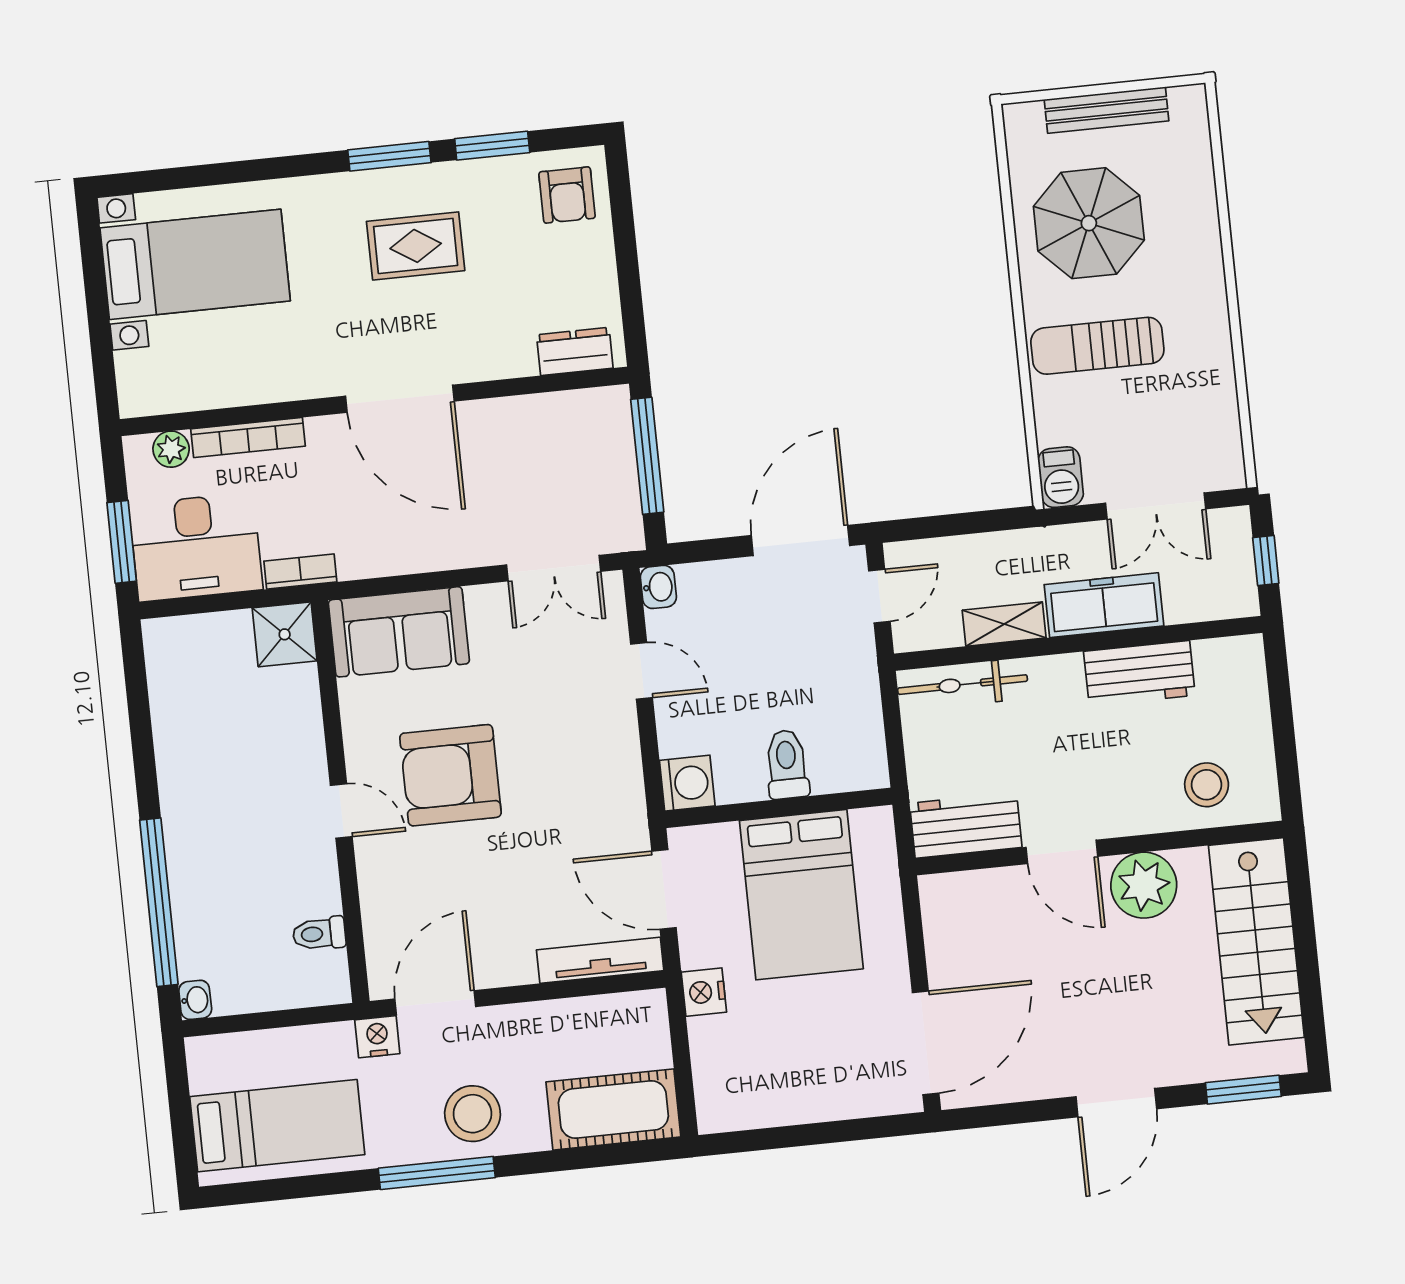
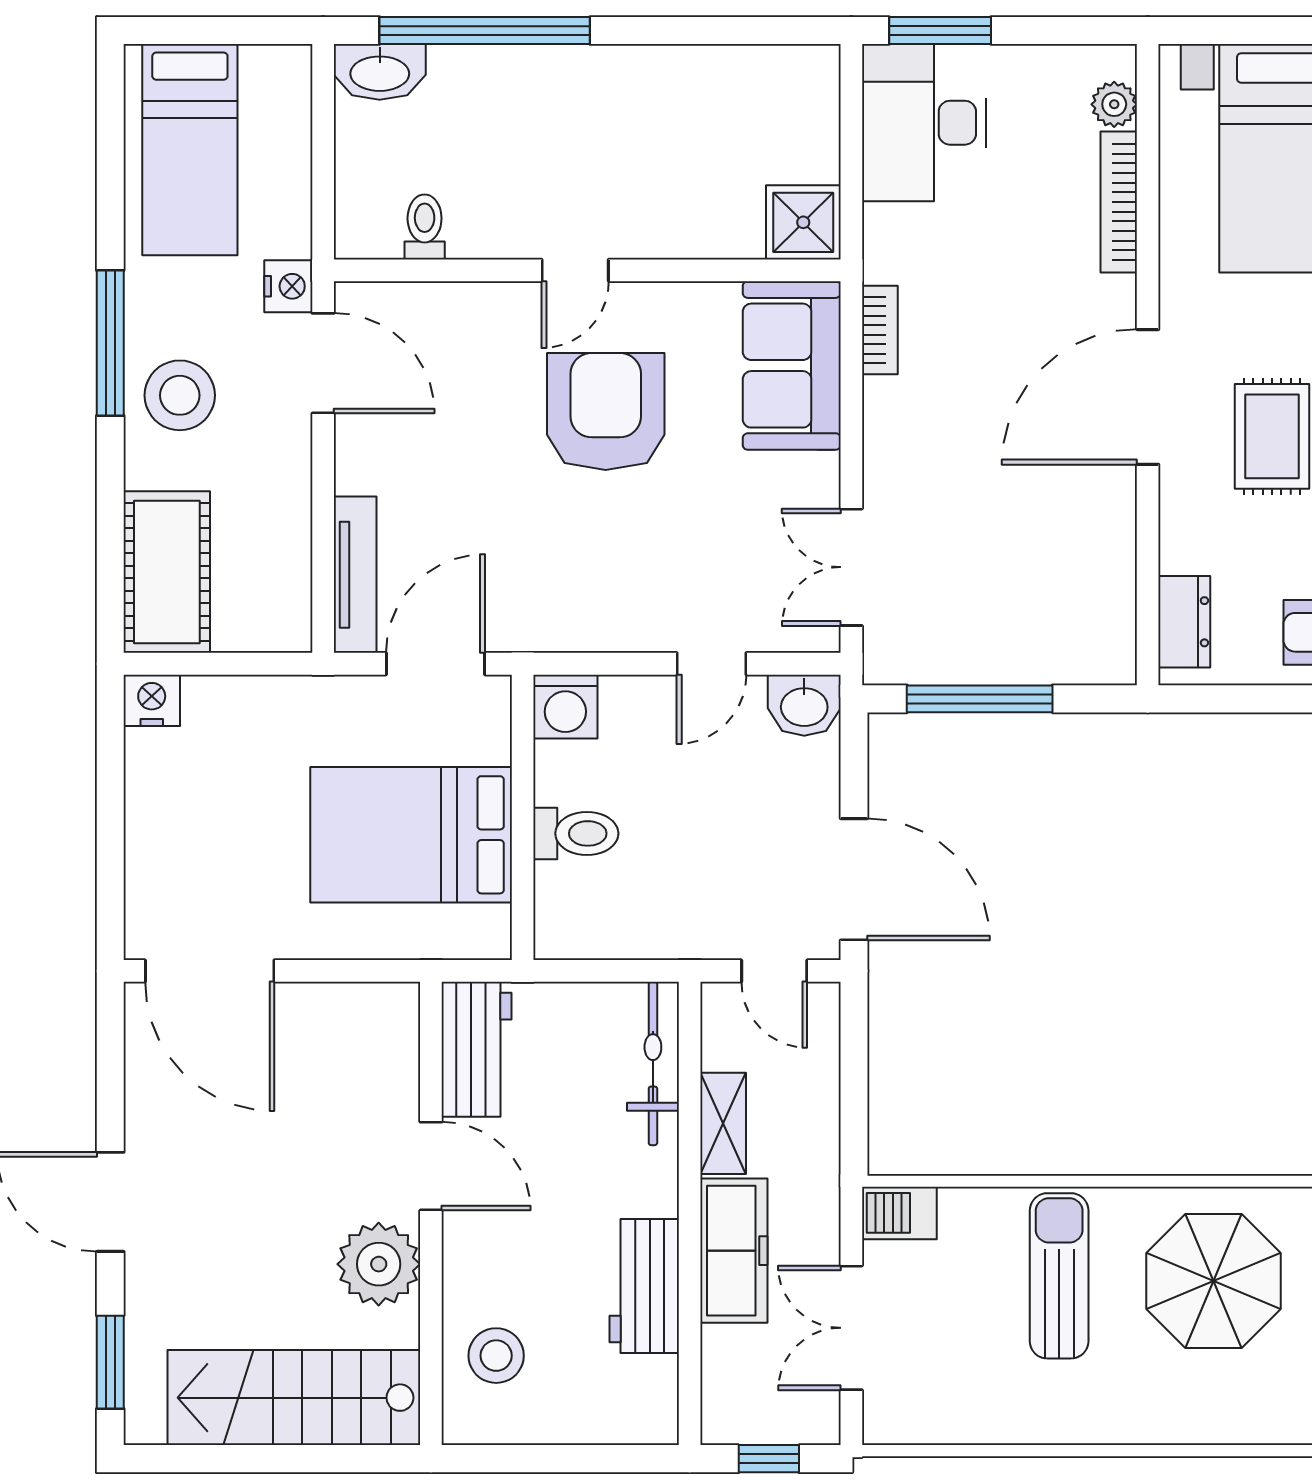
dresser: (575, 351) -> (1184, 622), moved
door: (400, 399) -> (1148, 397), moved
wall: (374, 401) -> (1148, 365), moved
bookcase: (248, 437) -> (1119, 202), moved
plant: (171, 449) -> (1114, 104), moved
bookcase: (300, 572) -> (880, 330), moved
washbasin: (658, 587) -> (804, 705), width x1.38, depth x1.45
door: (1062, 852) -> (431, 1166), swing flipped
nightstand: (704, 992) -> (152, 700), moved
washbasin: (195, 1000) -> (380, 72), width x1.91, depth x1.45

